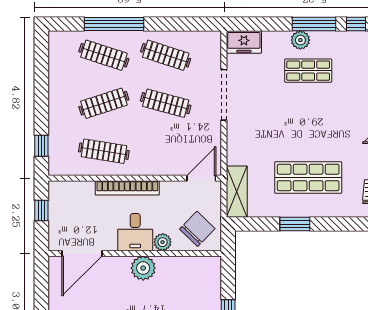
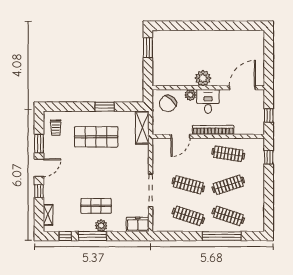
door: (201, 178) -> (180, 136), moved

